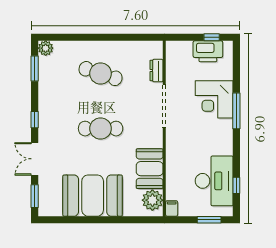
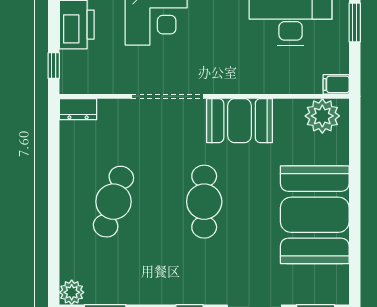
window: (212, 37) -> (54, 66), moved
dresser: (157, 71) -> (78, 109), moved
booth: (150, 169) -> (240, 121), moved

